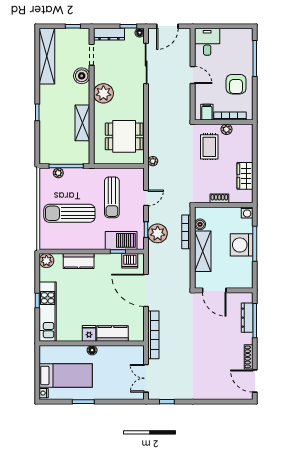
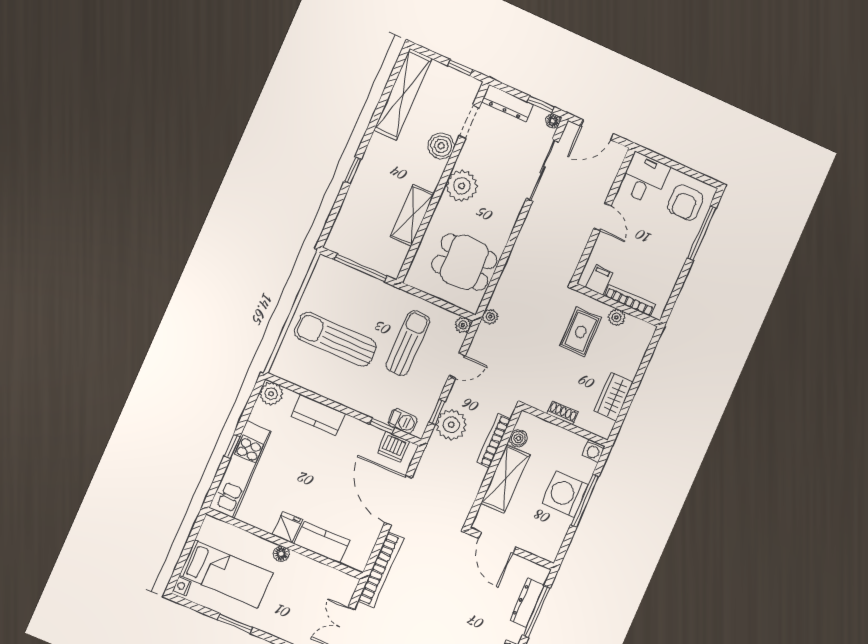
armchair: (236, 84) -> (685, 202), moved
plant: (58, 173) -> (463, 325), moved
sun lounger: (112, 197) -> (408, 343), turned 180
barbecue: (121, 240) -> (403, 421), width x0.53, depth x0.65

